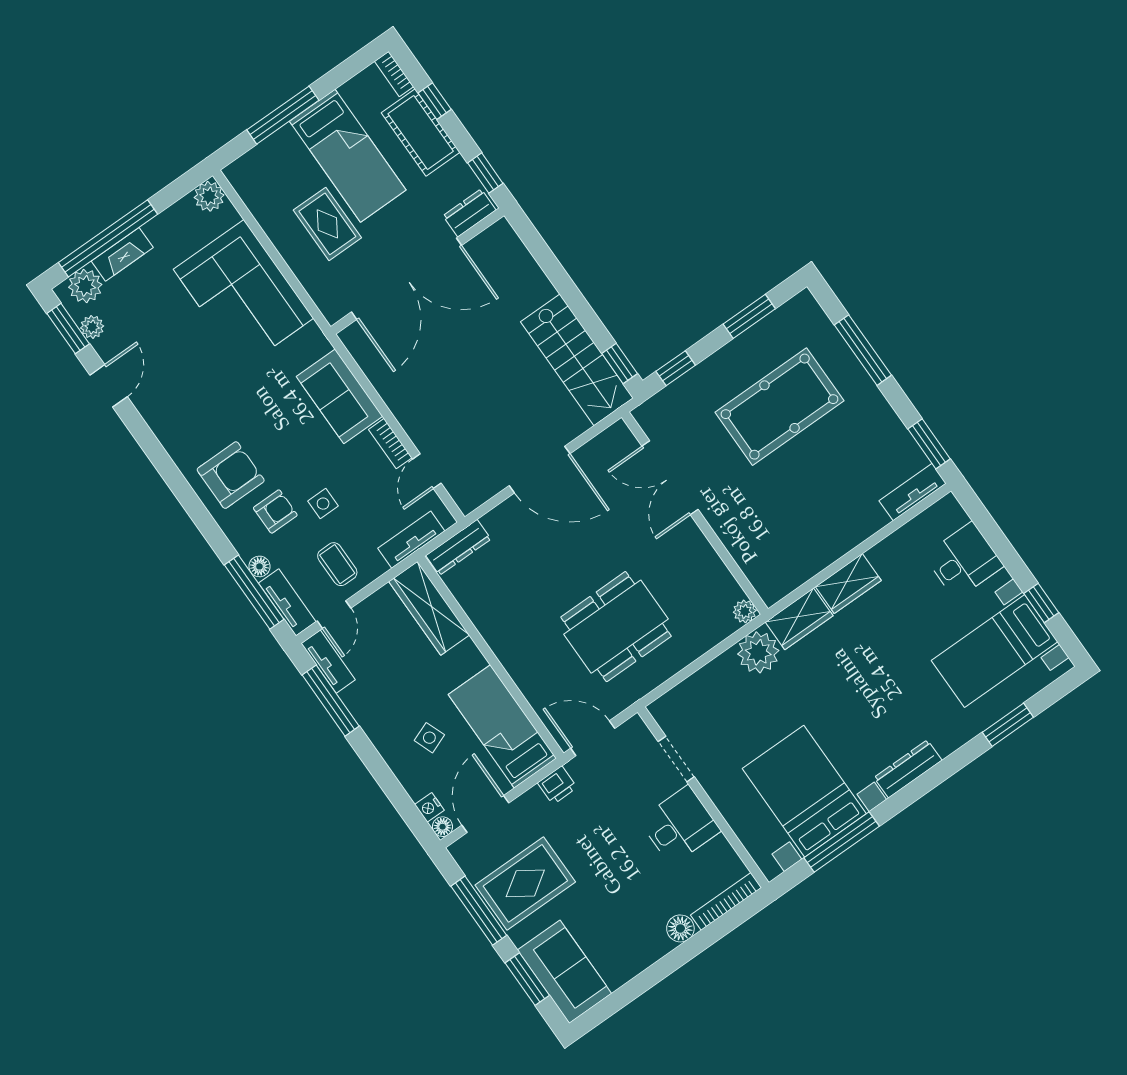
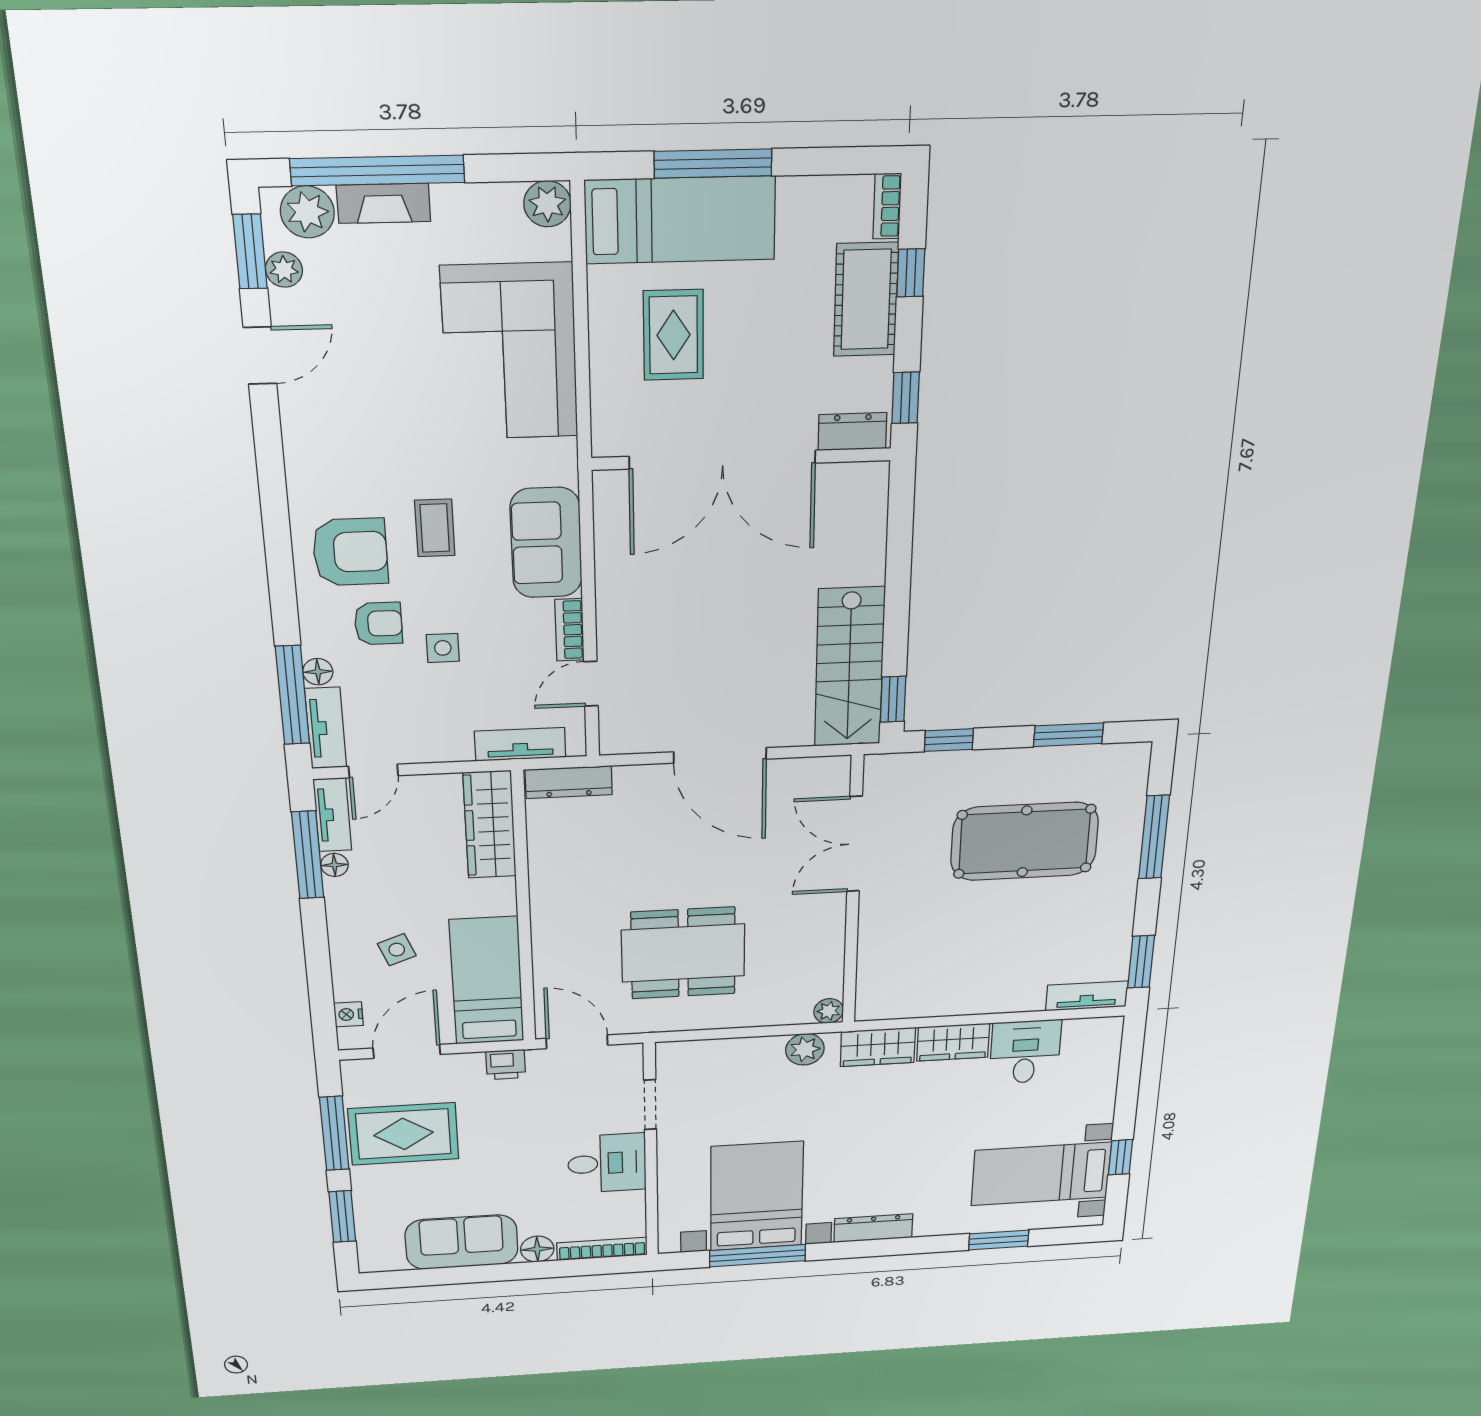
bed: (348, 156) -> (680, 220), moved, turned -90
desk: (964, 561) -> (1025, 1052), moved, turned -90
coffee table: (337, 564) -> (435, 528), moved
plant: (758, 652) -> (805, 1049), width x0.73, depth x0.73
floor lamp: (442, 827) -> (334, 865), moved
sofa: (564, 972) -> (462, 1242), moved, turned -90

